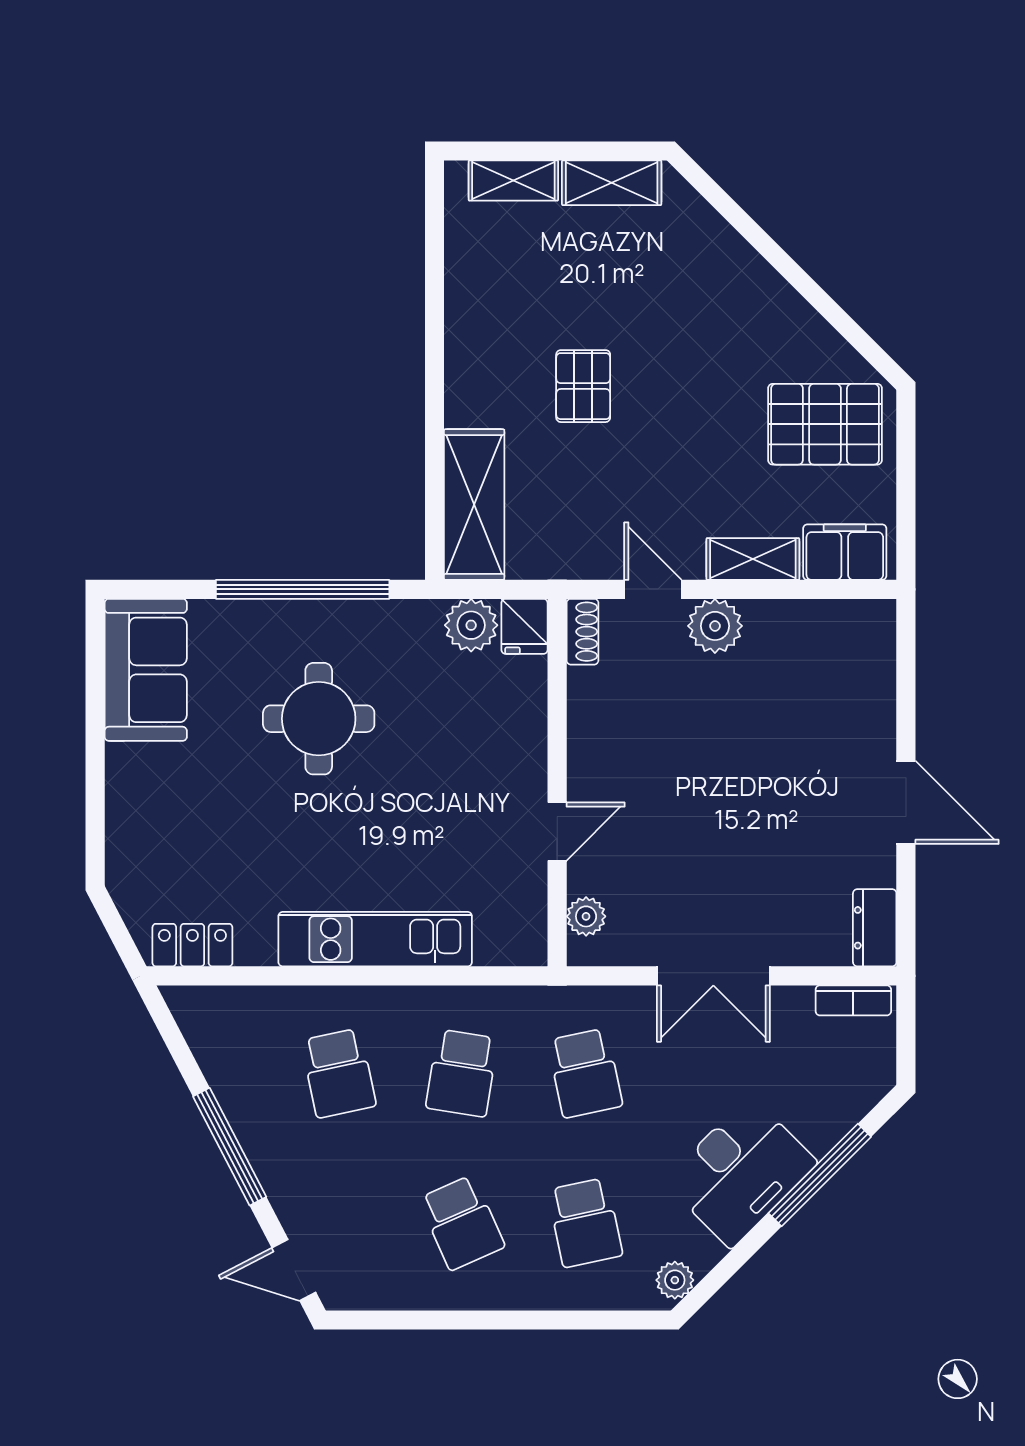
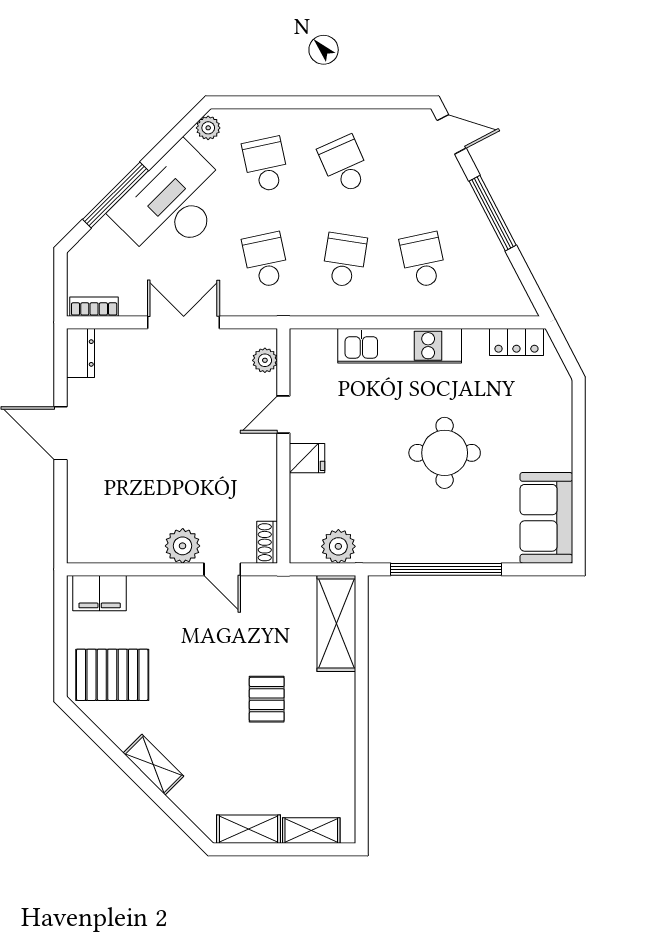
shelving: (753, 559) -> (153, 765), moved, turned 45
fridge: (525, 626) -> (307, 458), moved, turned 90
round table: (319, 719) -> (445, 453), moved
desk: (740, 1172) -> (173, 204), width x1.36, depth x1.30

